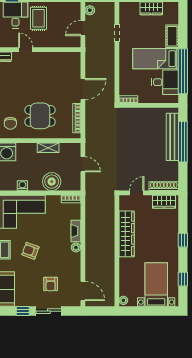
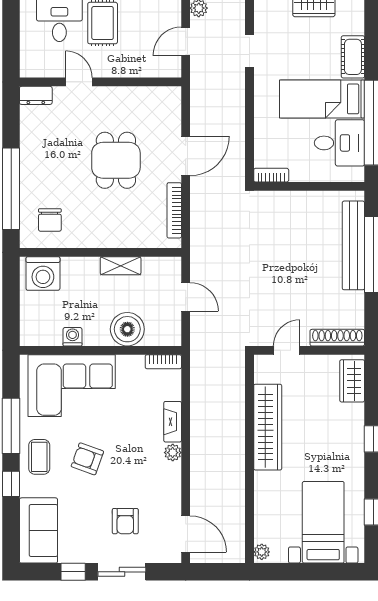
dining table: (40, 116) -> (116, 160), moved, turned 90
wardrobe: (164, 202) -> (352, 381), moved, turned 90

